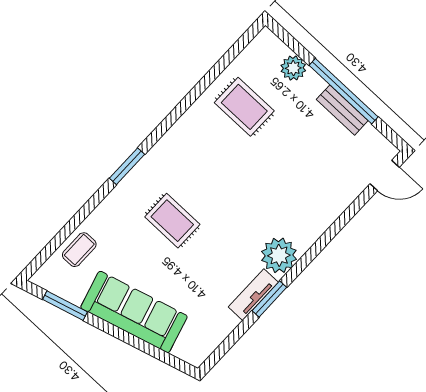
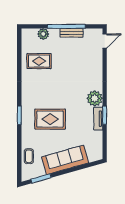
rug: (172, 221) -> (50, 119), width x1.36, depth x1.43

